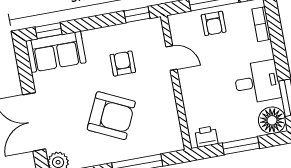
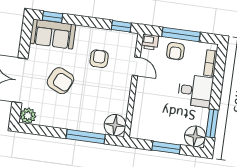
desk: (257, 82) -> (195, 91), moved
armchair: (111, 116) -> (60, 81), moved, width x0.73, depth x0.73
printer: (206, 137) -> (150, 42), moved, turned 180
floor lamp: (169, 139) -> (115, 125), added

